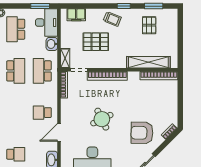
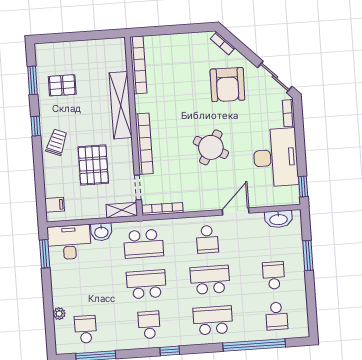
filing cabinet: (76, 15) -> (55, 205), width x0.50
school desk: (16, 29) -> (210, 280), moved, turned 180
shelving: (148, 62) -> (121, 105), moved
round table: (102, 119) -> (211, 147), turned -34
door: (59, 132) -> (236, 211), swing flipped

